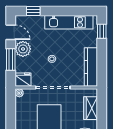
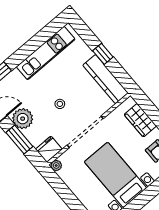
window: (102, 31) -> (103, 54), moved

